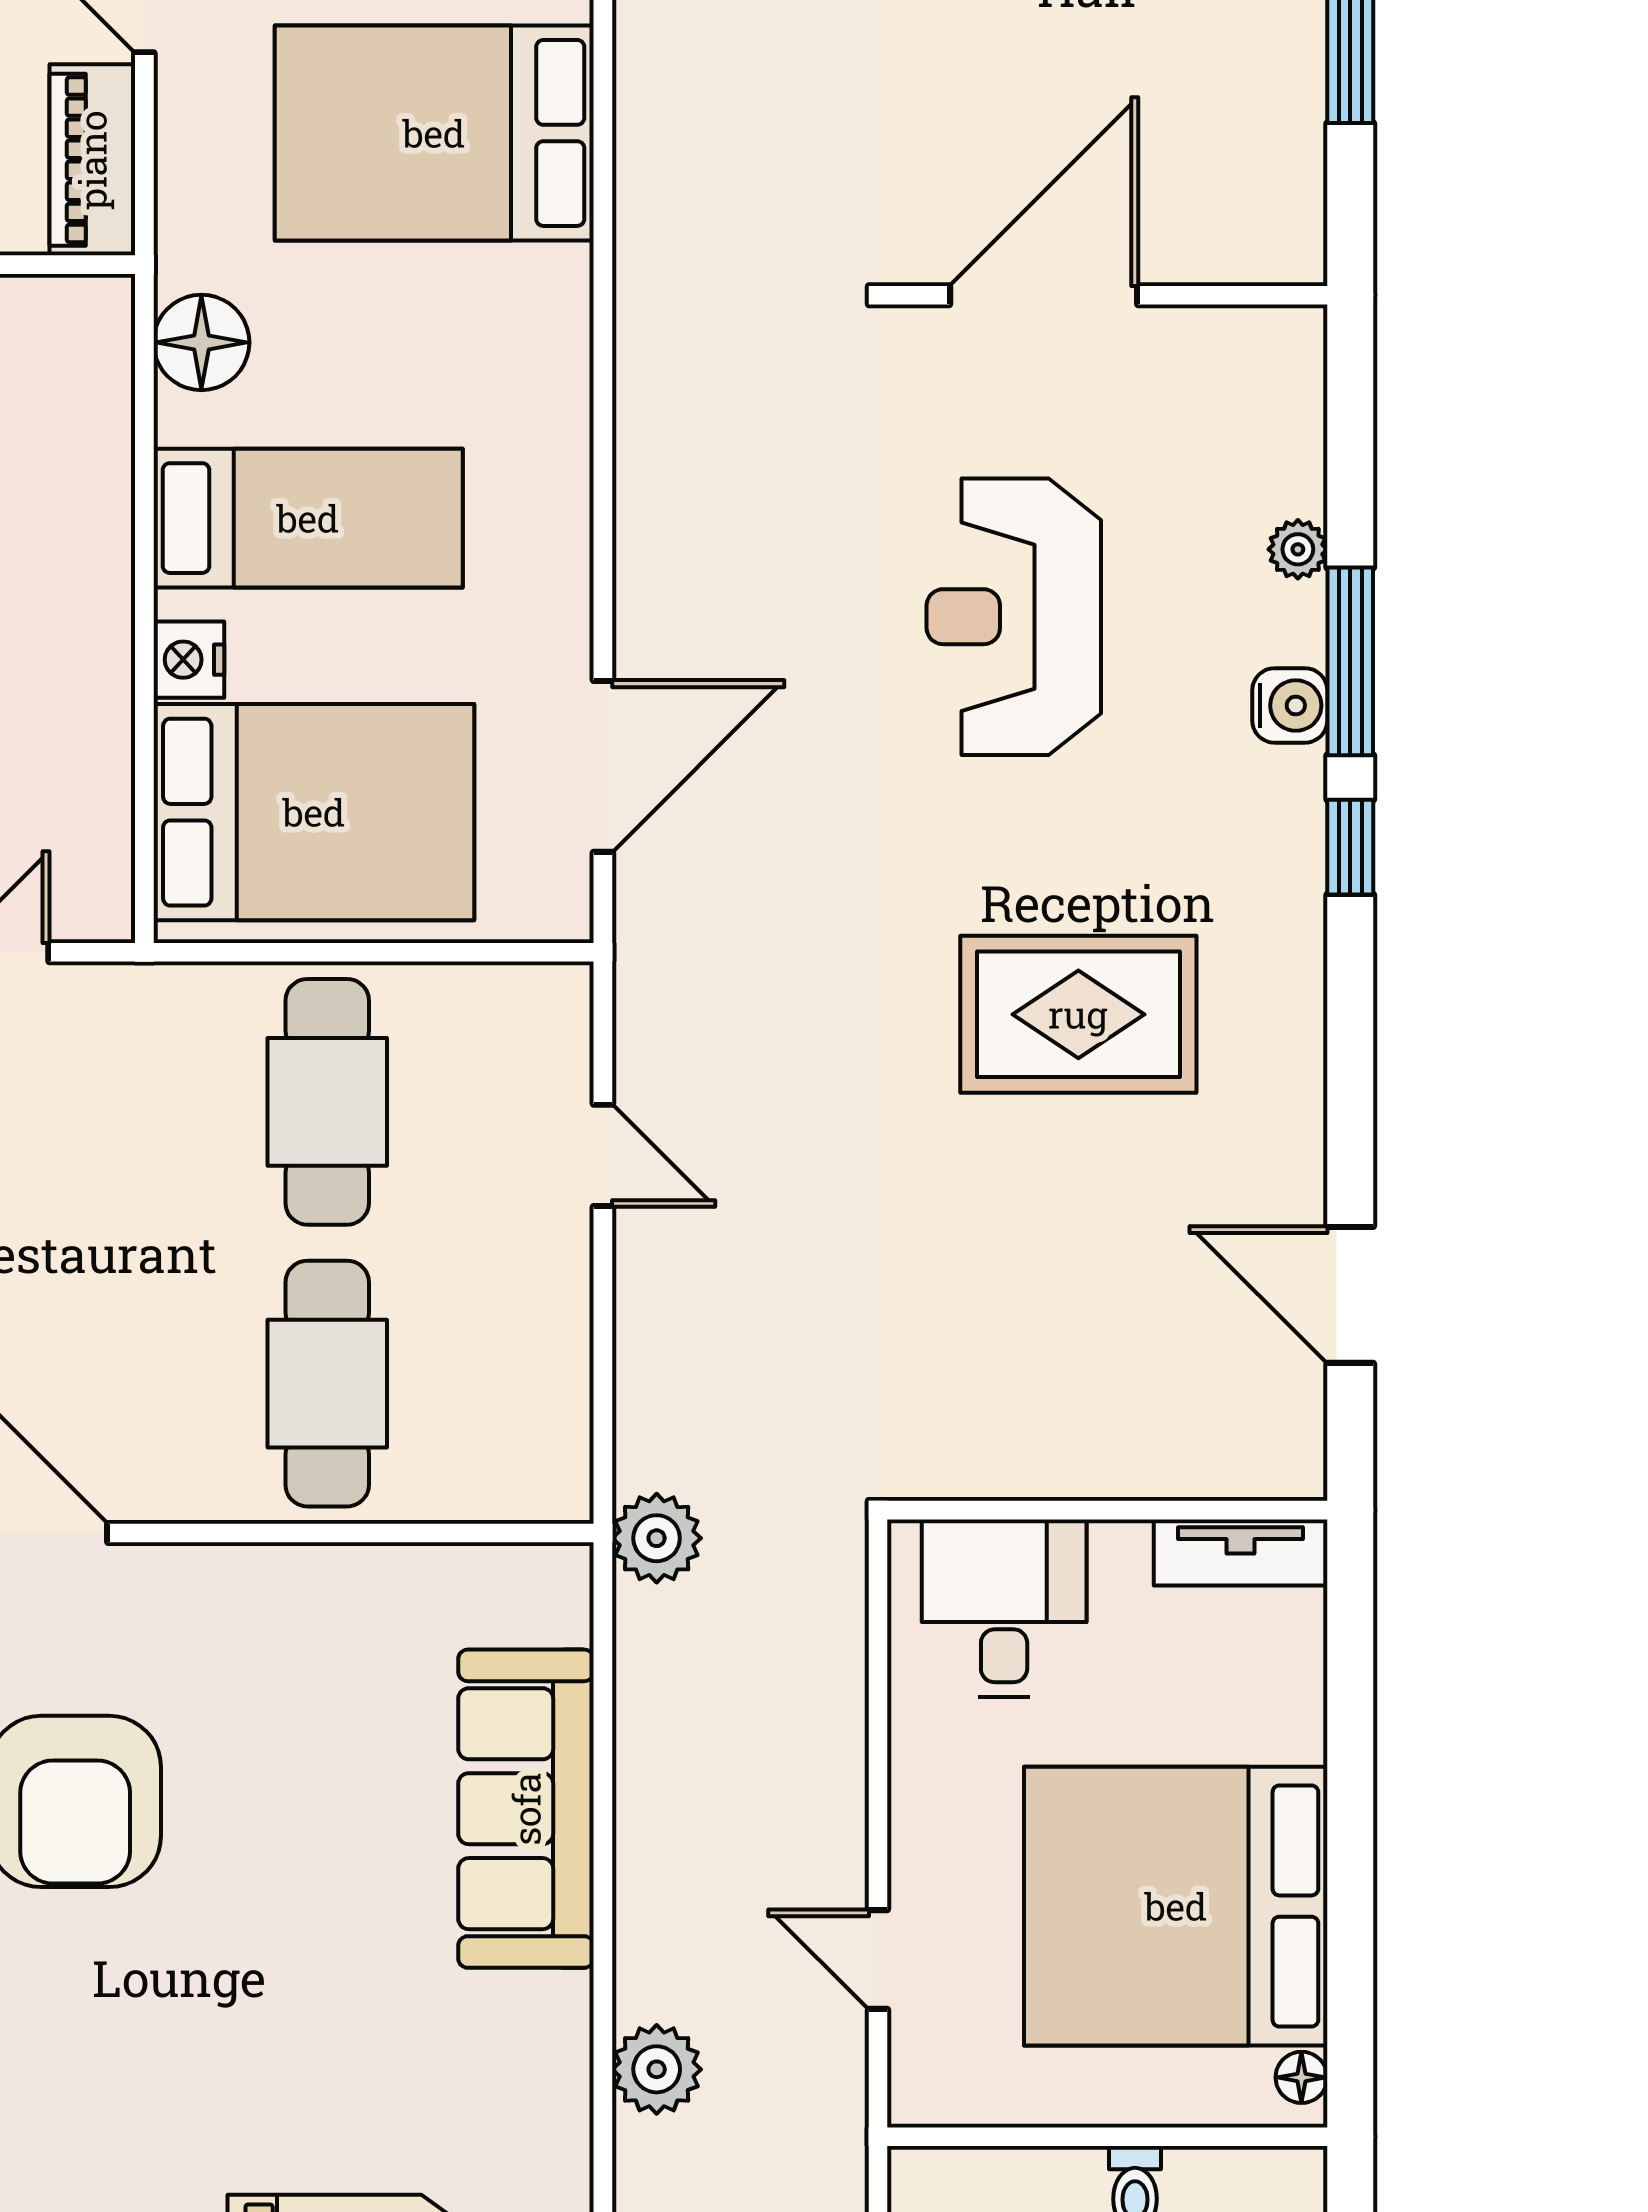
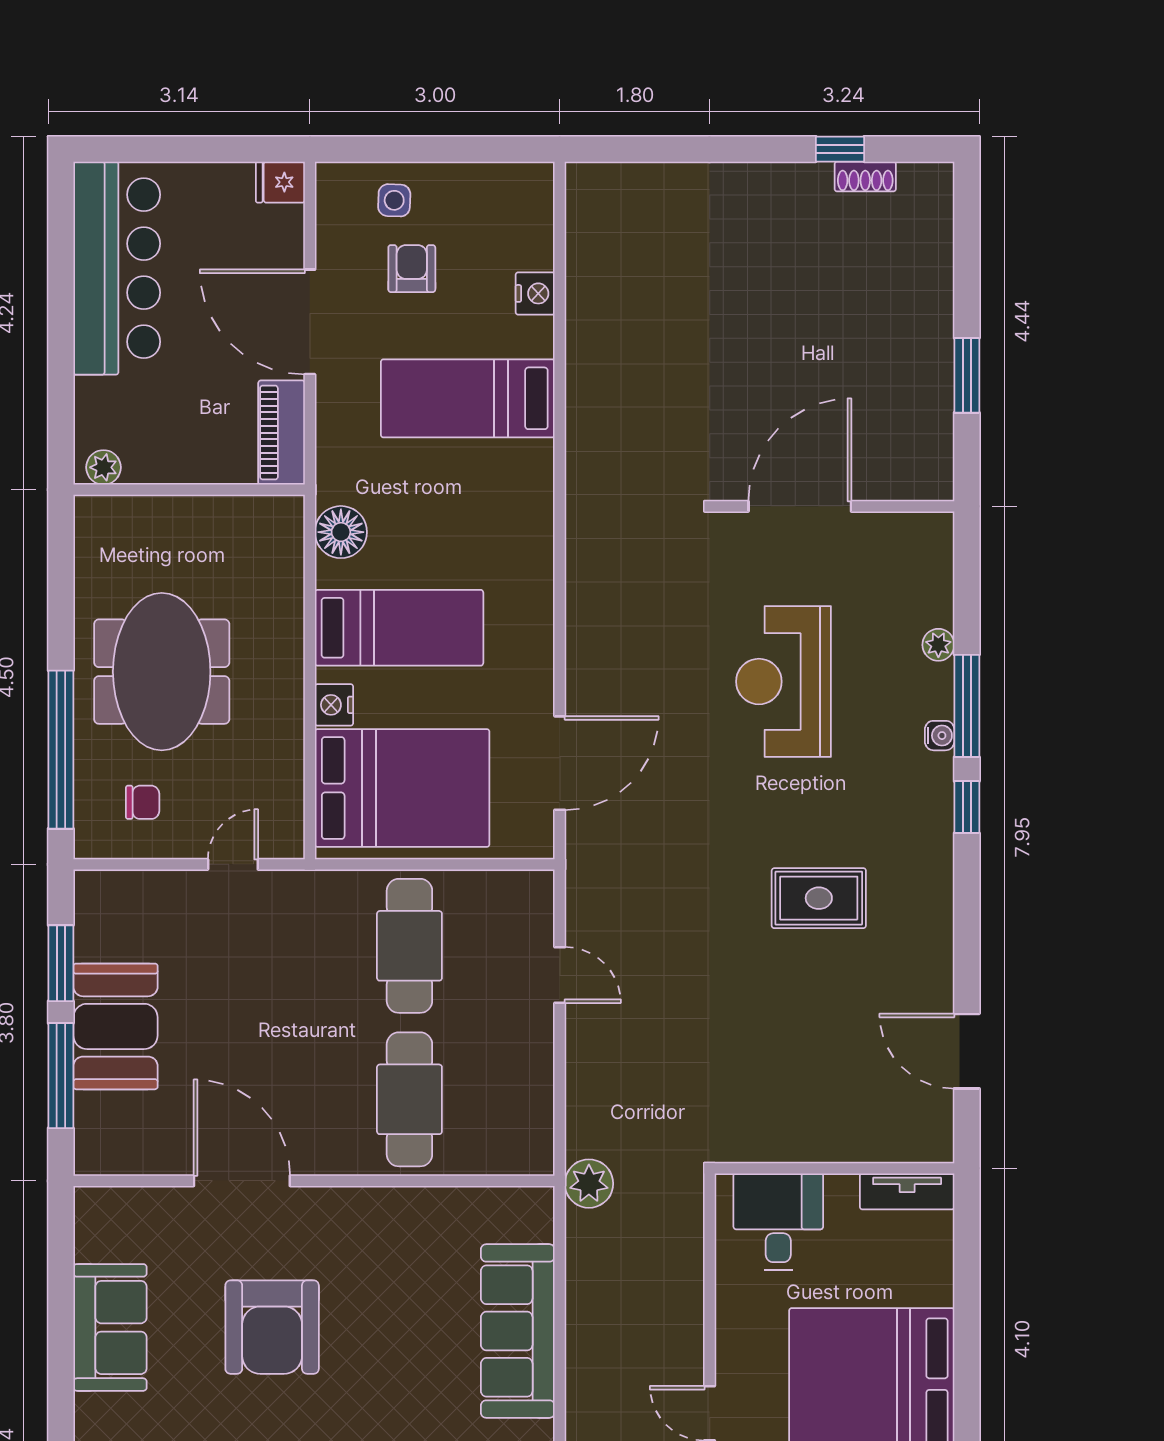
bed: (434, 133) -> (468, 398), width x0.67
water cooler: (1290, 705) -> (940, 736), width x0.72, depth x0.72
rug: (1078, 1014) -> (819, 898), width x0.73, depth x0.70

